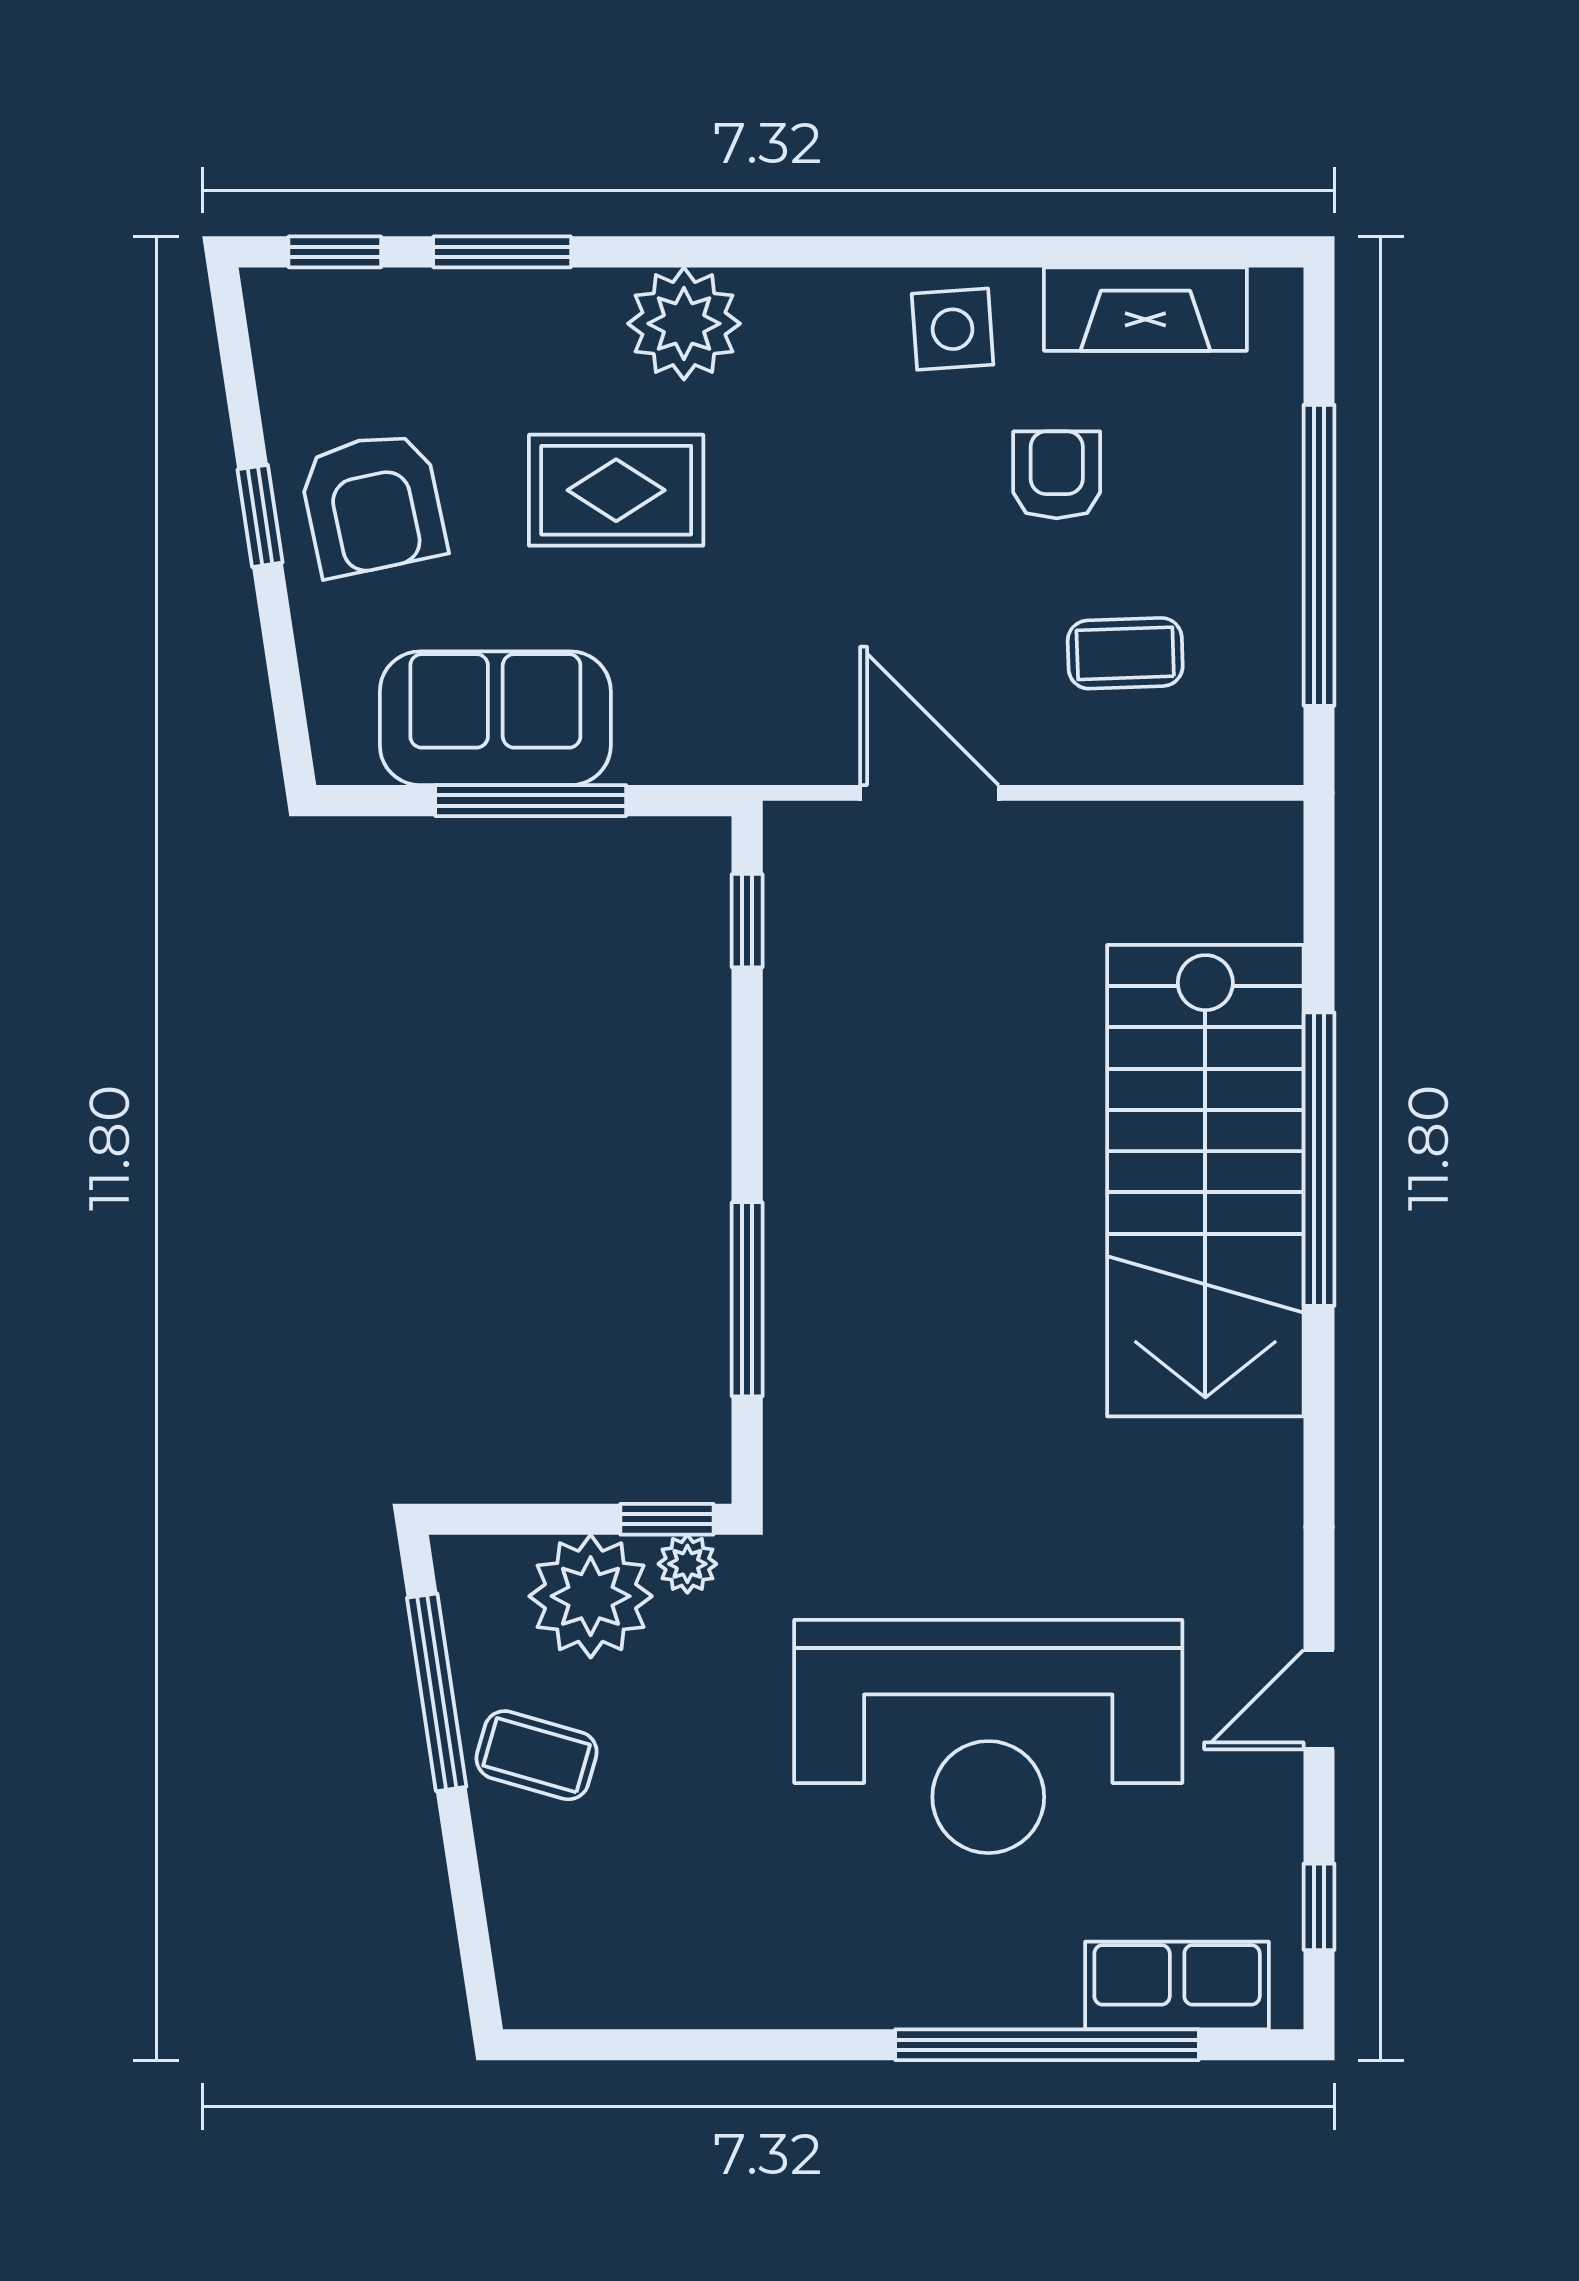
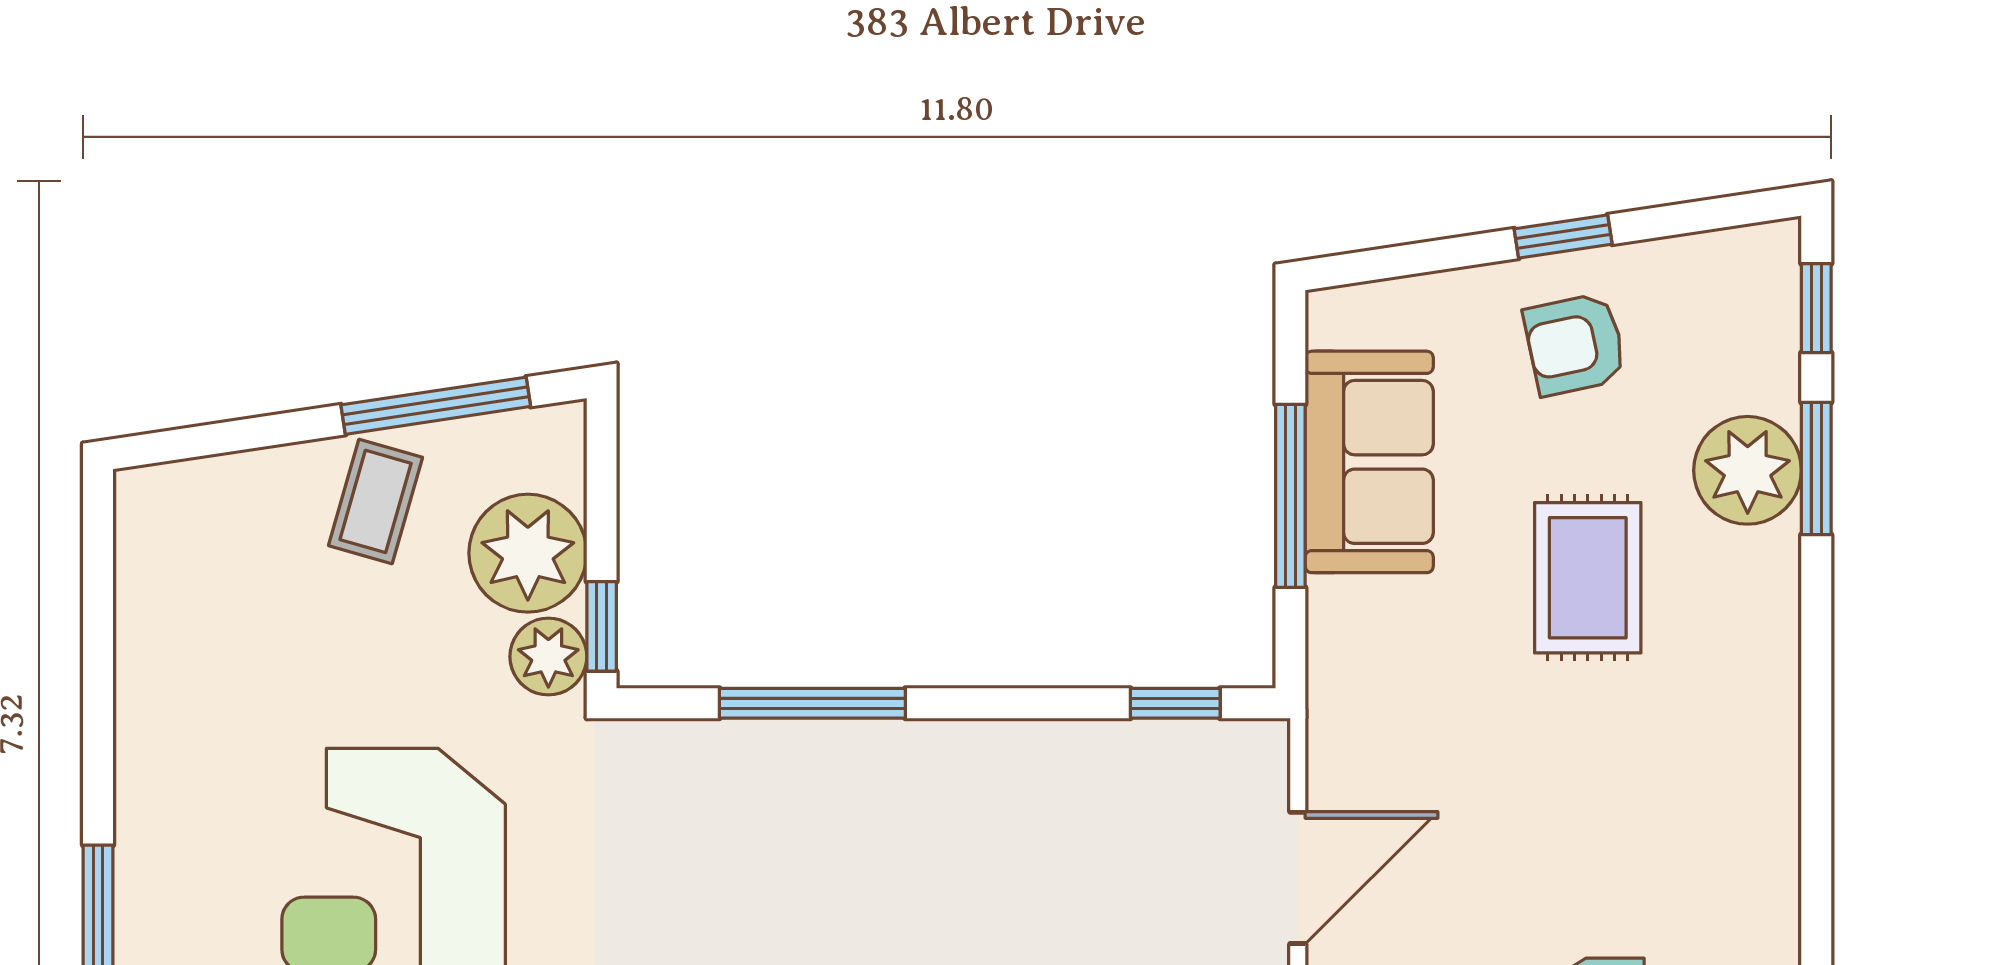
plant: (684, 324) -> (1748, 470), moved
side table: (953, 329) -> (1742, 900), removed
armchair: (373, 504) -> (1575, 344), width x0.72, depth x0.72
plant: (687, 1564) -> (548, 657), width x1.38, depth x1.38

